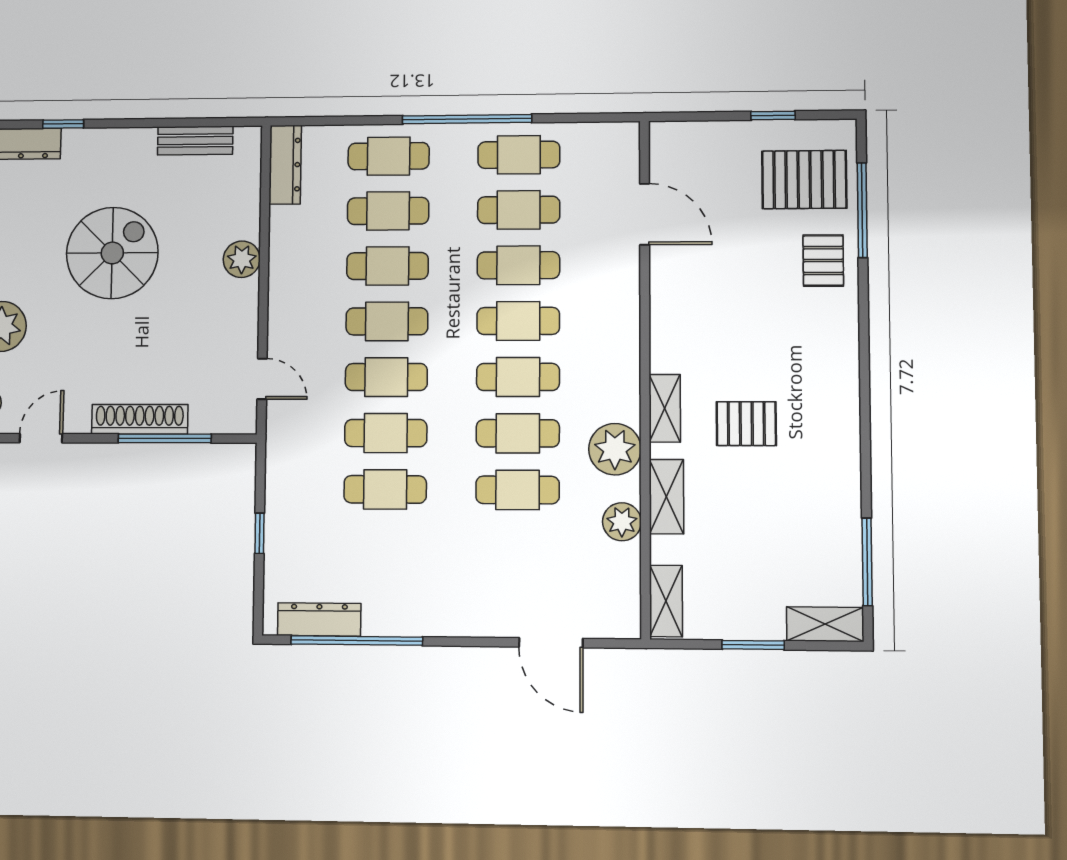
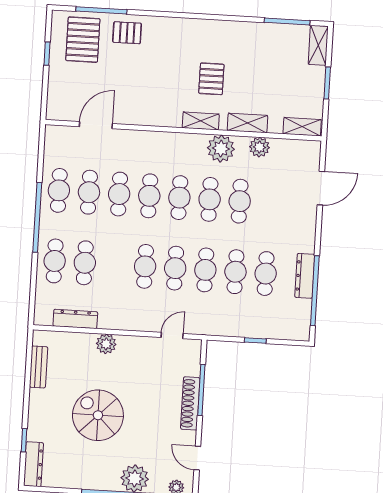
dresser: (285, 165) -> (75, 319), moved
cafe table: (387, 266) -> (266, 274), moved
dresser: (319, 619) -> (305, 276), moved

